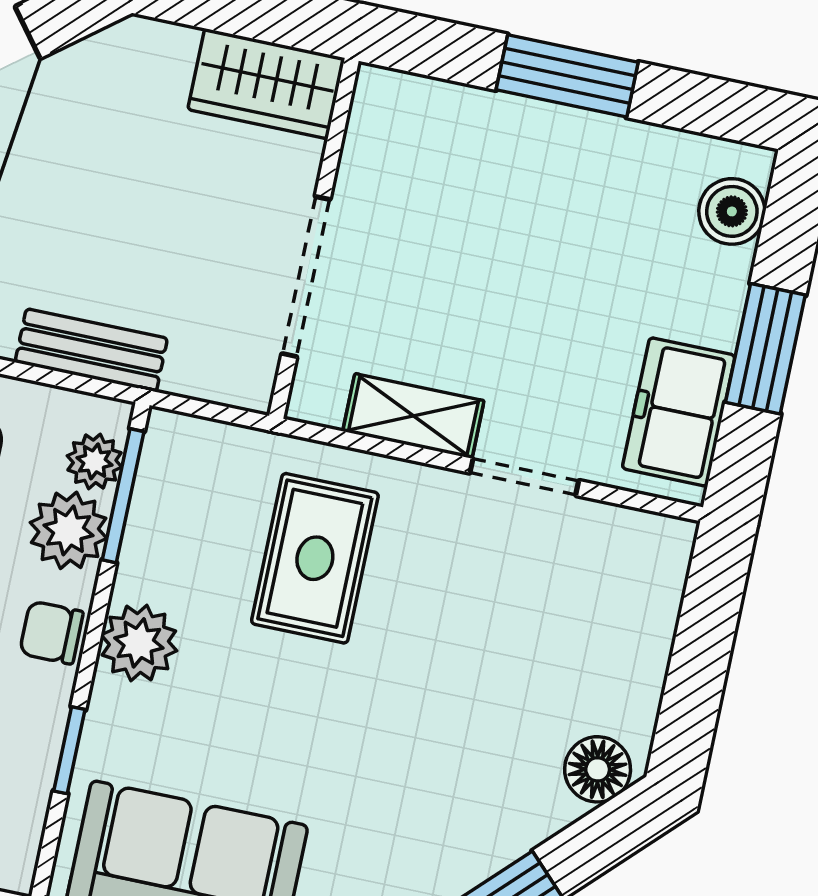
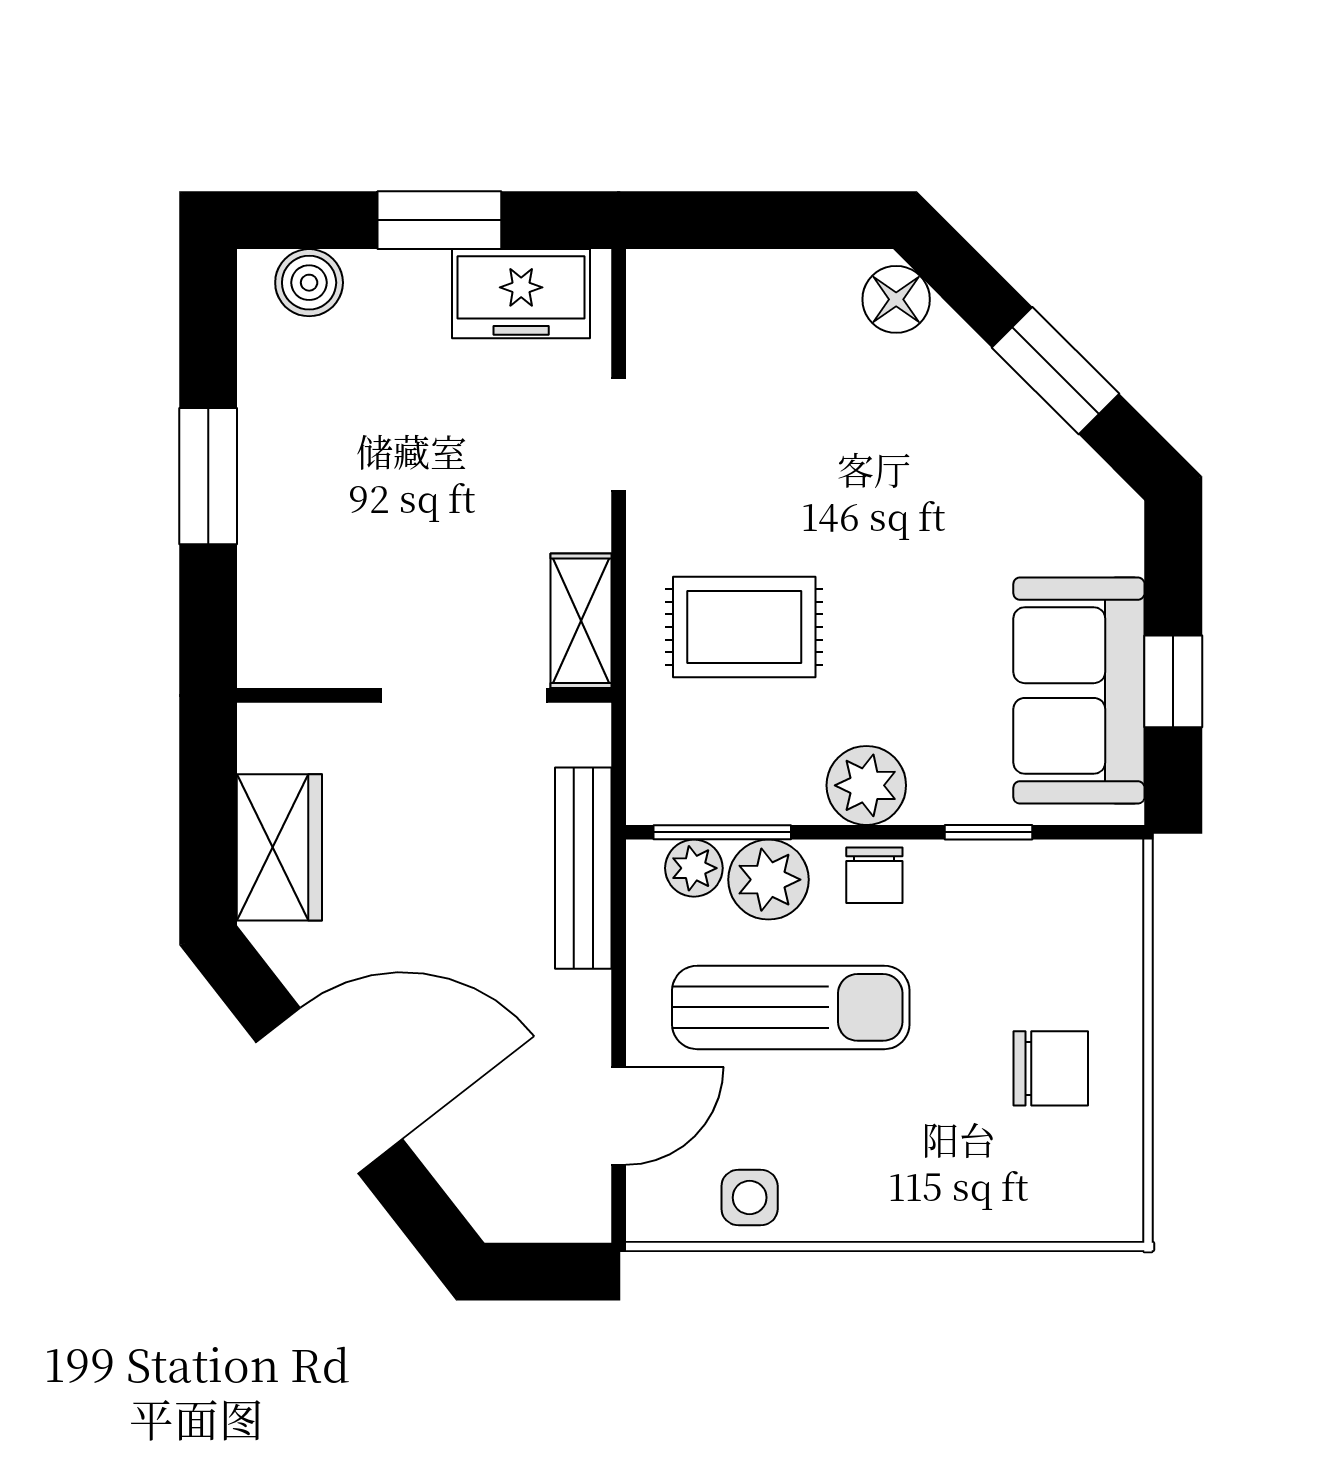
wardrobe: (266, 84) -> (279, 847), moved
bench: (91, 350) -> (583, 868), width x1.36
shelving: (413, 416) -> (581, 621), moved

